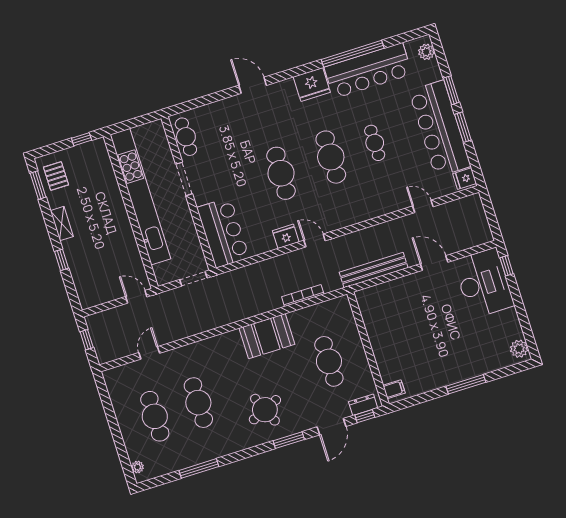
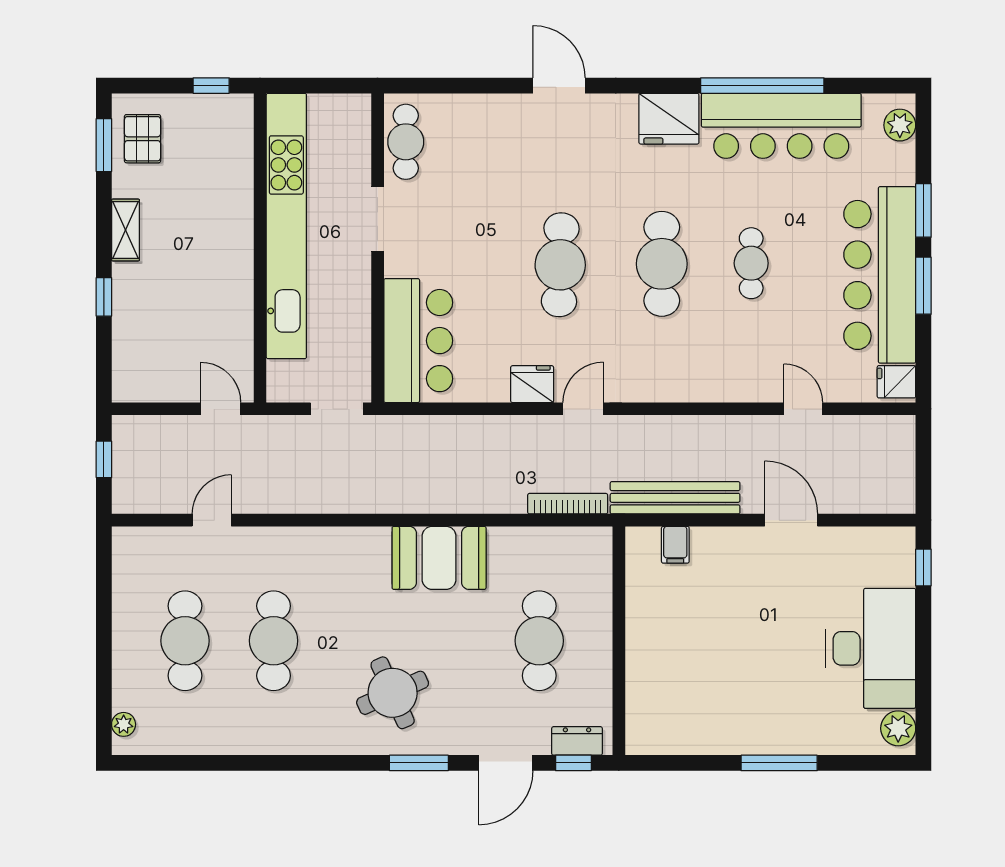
door: (315, 241) -> (583, 409), hinge flipped
desk: (484, 283) -> (871, 648), moved
bookcase: (303, 296) -> (568, 504), moved
filing cabinet: (394, 389) -> (675, 545), moved, turned 90
window: (199, 468) -> (236, 763), removed

